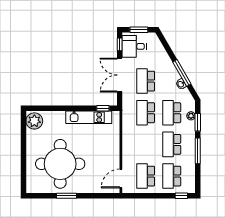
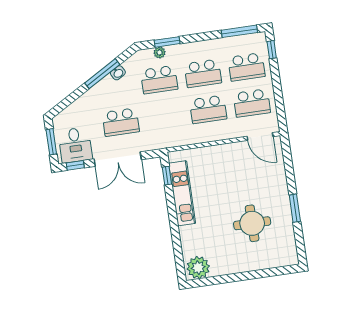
school desk: (146, 113) -> (208, 109), moved
window: (198, 151) -> (239, 31), moved
round table: (60, 164) -> (252, 223), width x0.54, depth x0.54

